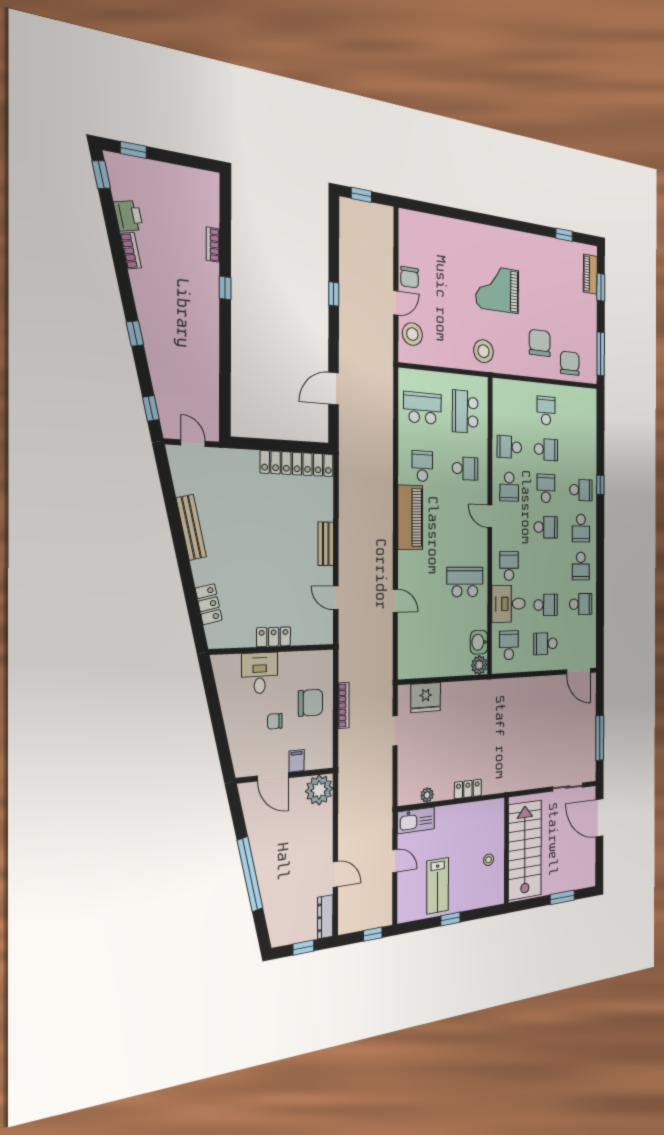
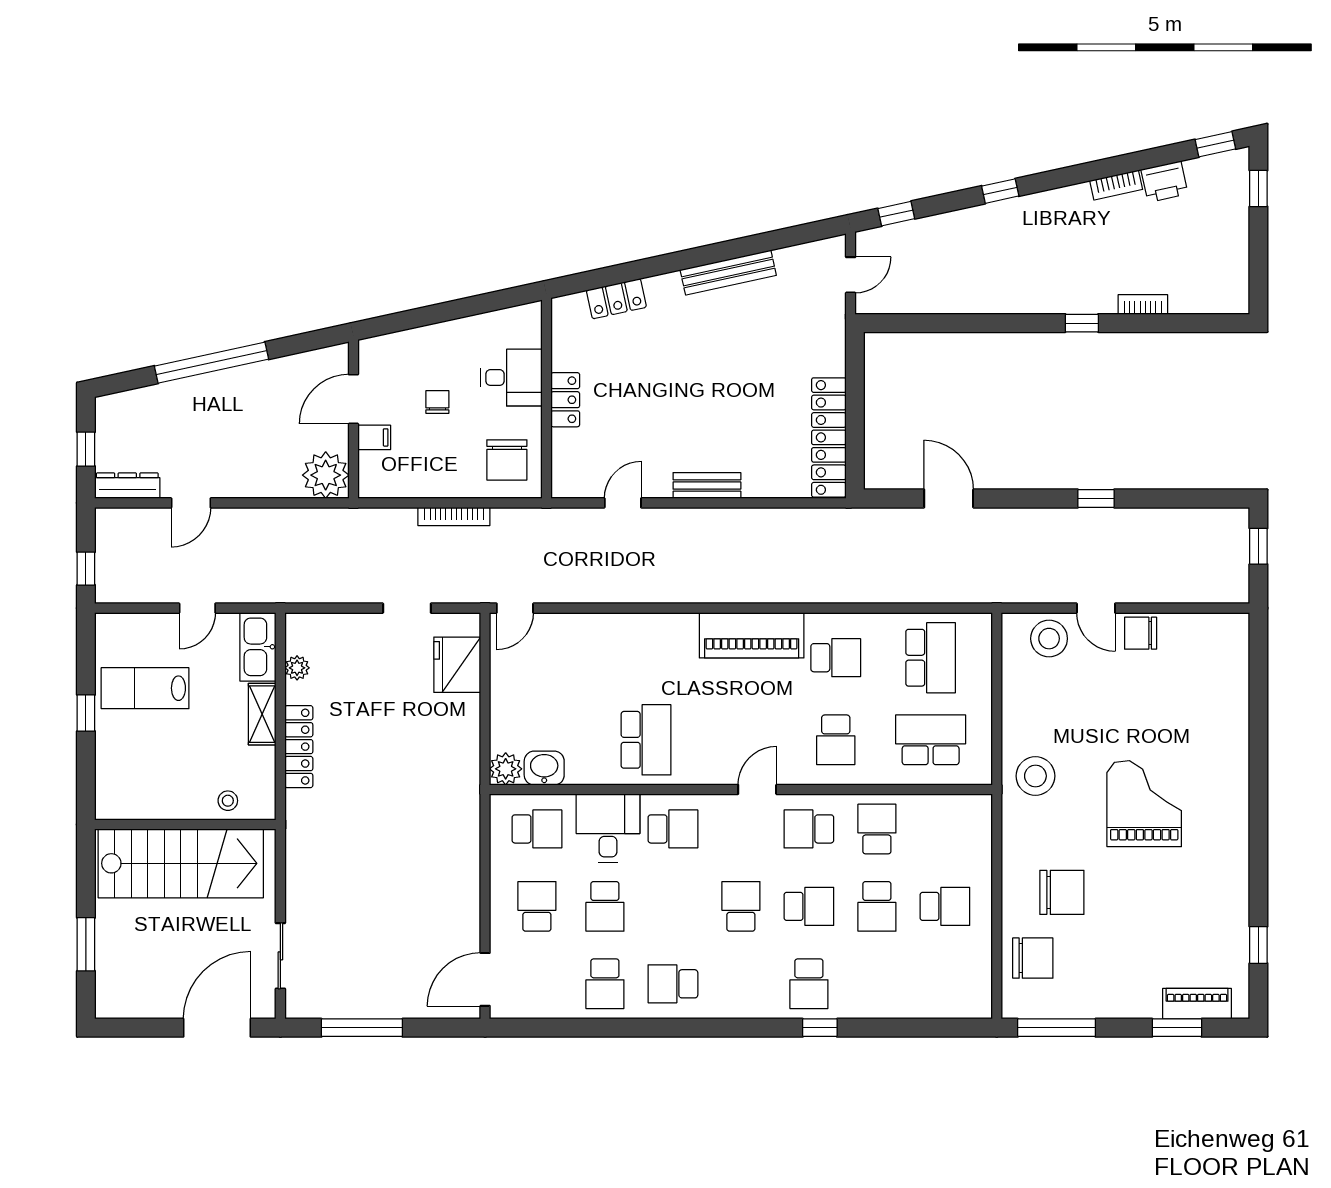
school desk: (546, 527) -> (741, 906), turned 180
school desk: (581, 528) -> (741, 984), removed
door: (395, 601) -> (515, 608), moved
chair: (310, 703) -> (507, 460), moved
locker: (468, 789) -> (299, 747), width x1.53
shelving: (451, 813) -> (262, 714), added
stool: (489, 860) -> (228, 801), moved

